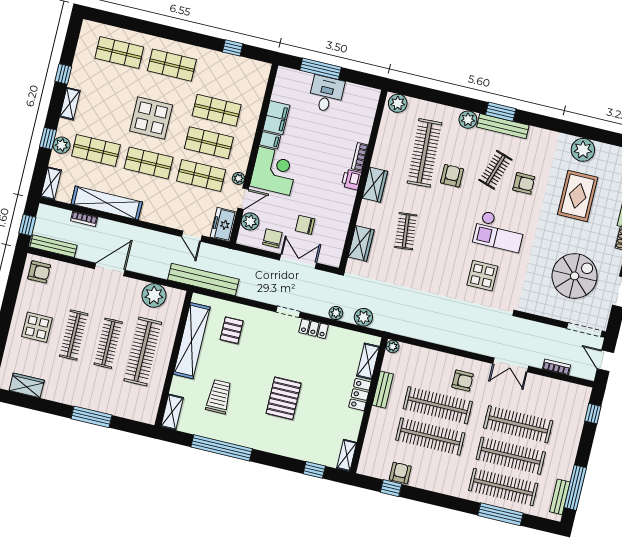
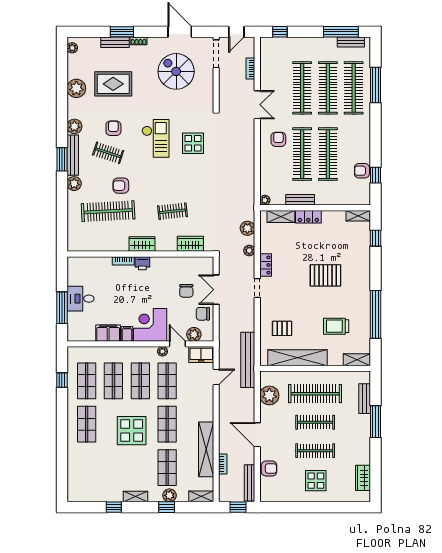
shop shelf: (119, 53) -> (87, 381), moved
plant: (398, 103) -> (74, 126), moved
armchair: (39, 272) -> (269, 469), moved, turned 90
bench: (123, 410) -> (365, 399), added

